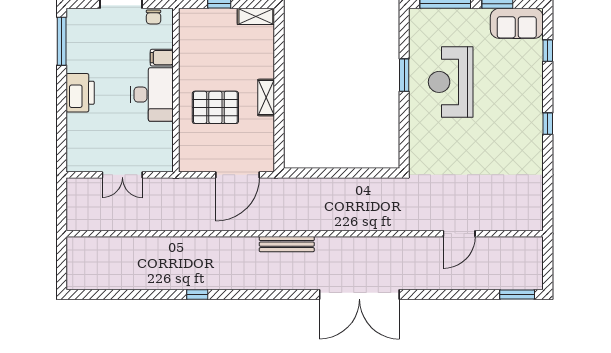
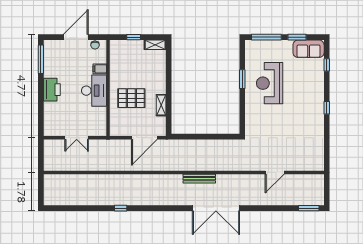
shelving: (266, 98) -> (161, 105), moved
bench: (287, 244) -> (199, 179), moved

